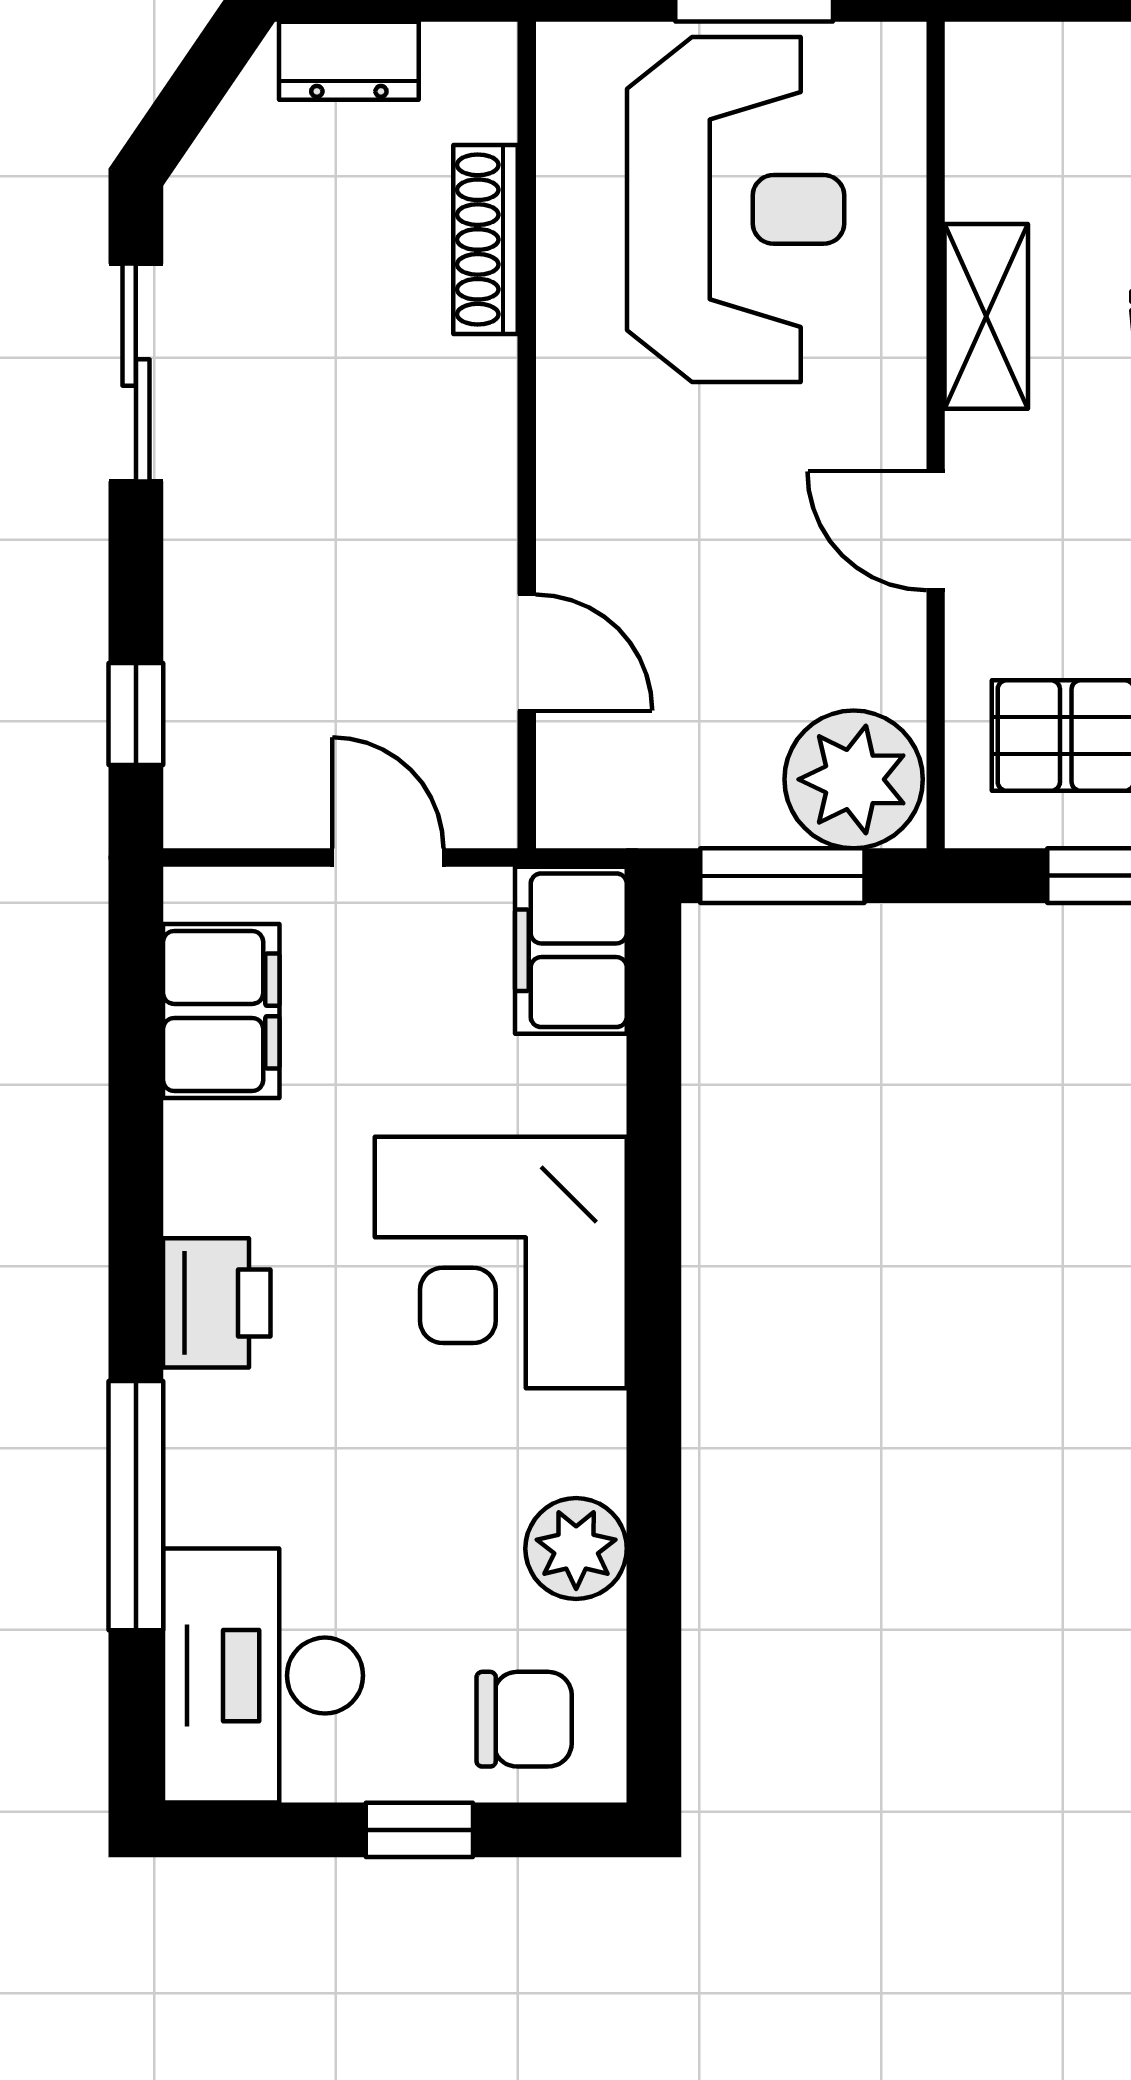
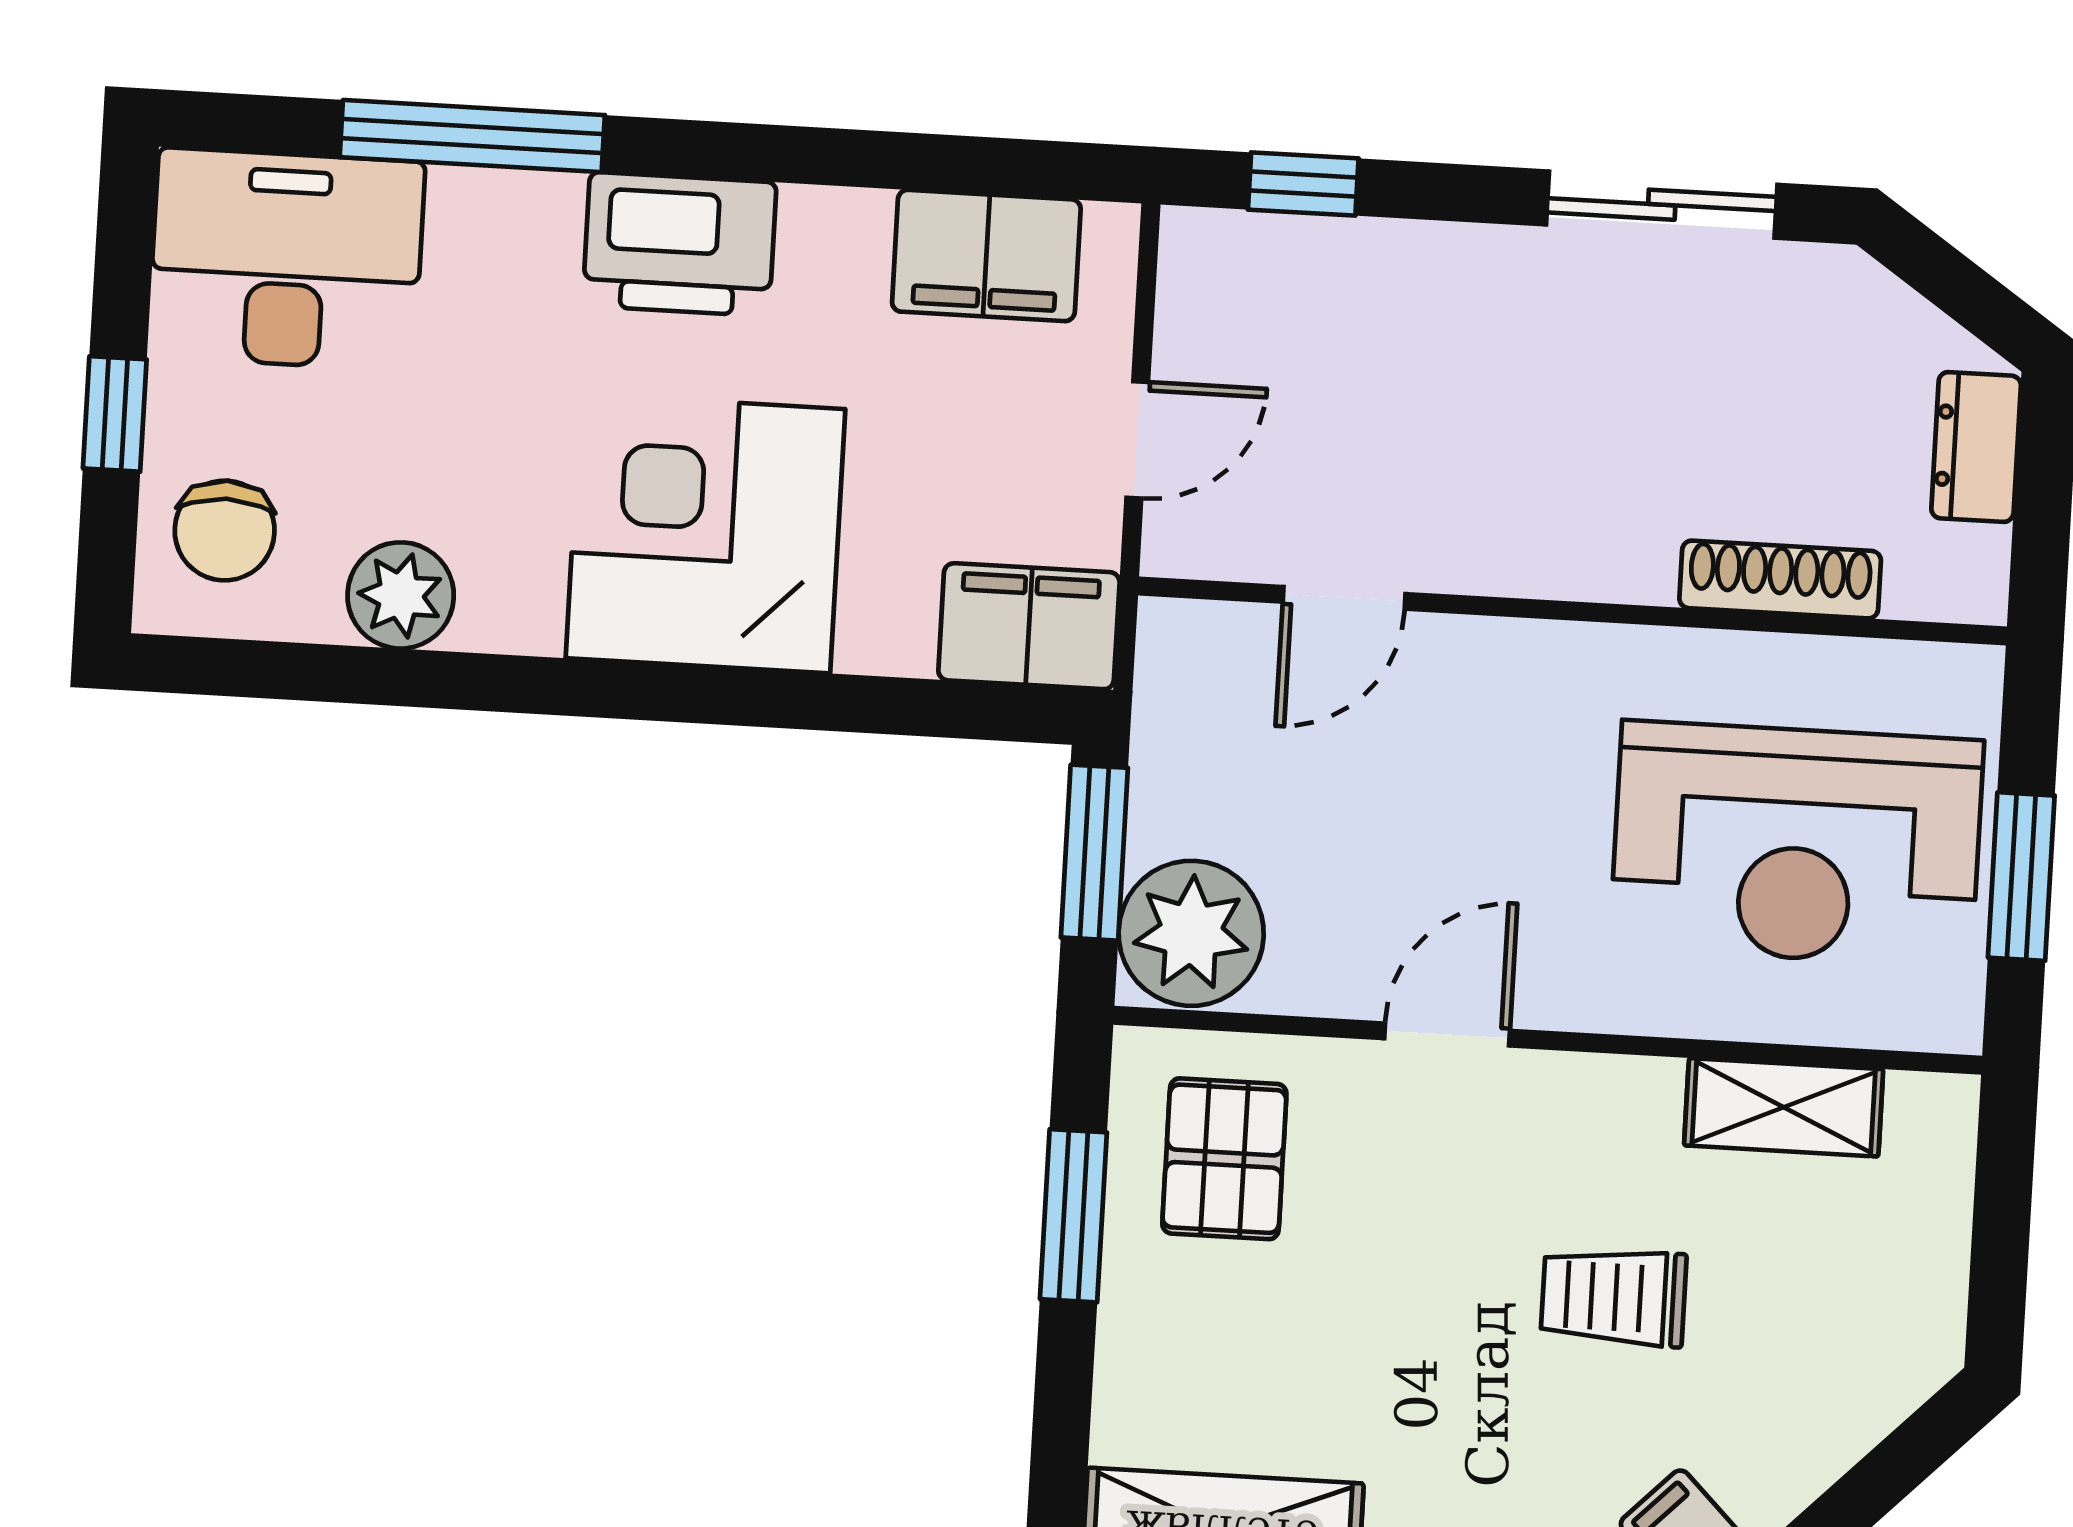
shelving: (986, 316) -> (1784, 1107), moved
printer: (217, 1303) -> (680, 244), width x1.37, depth x1.19

